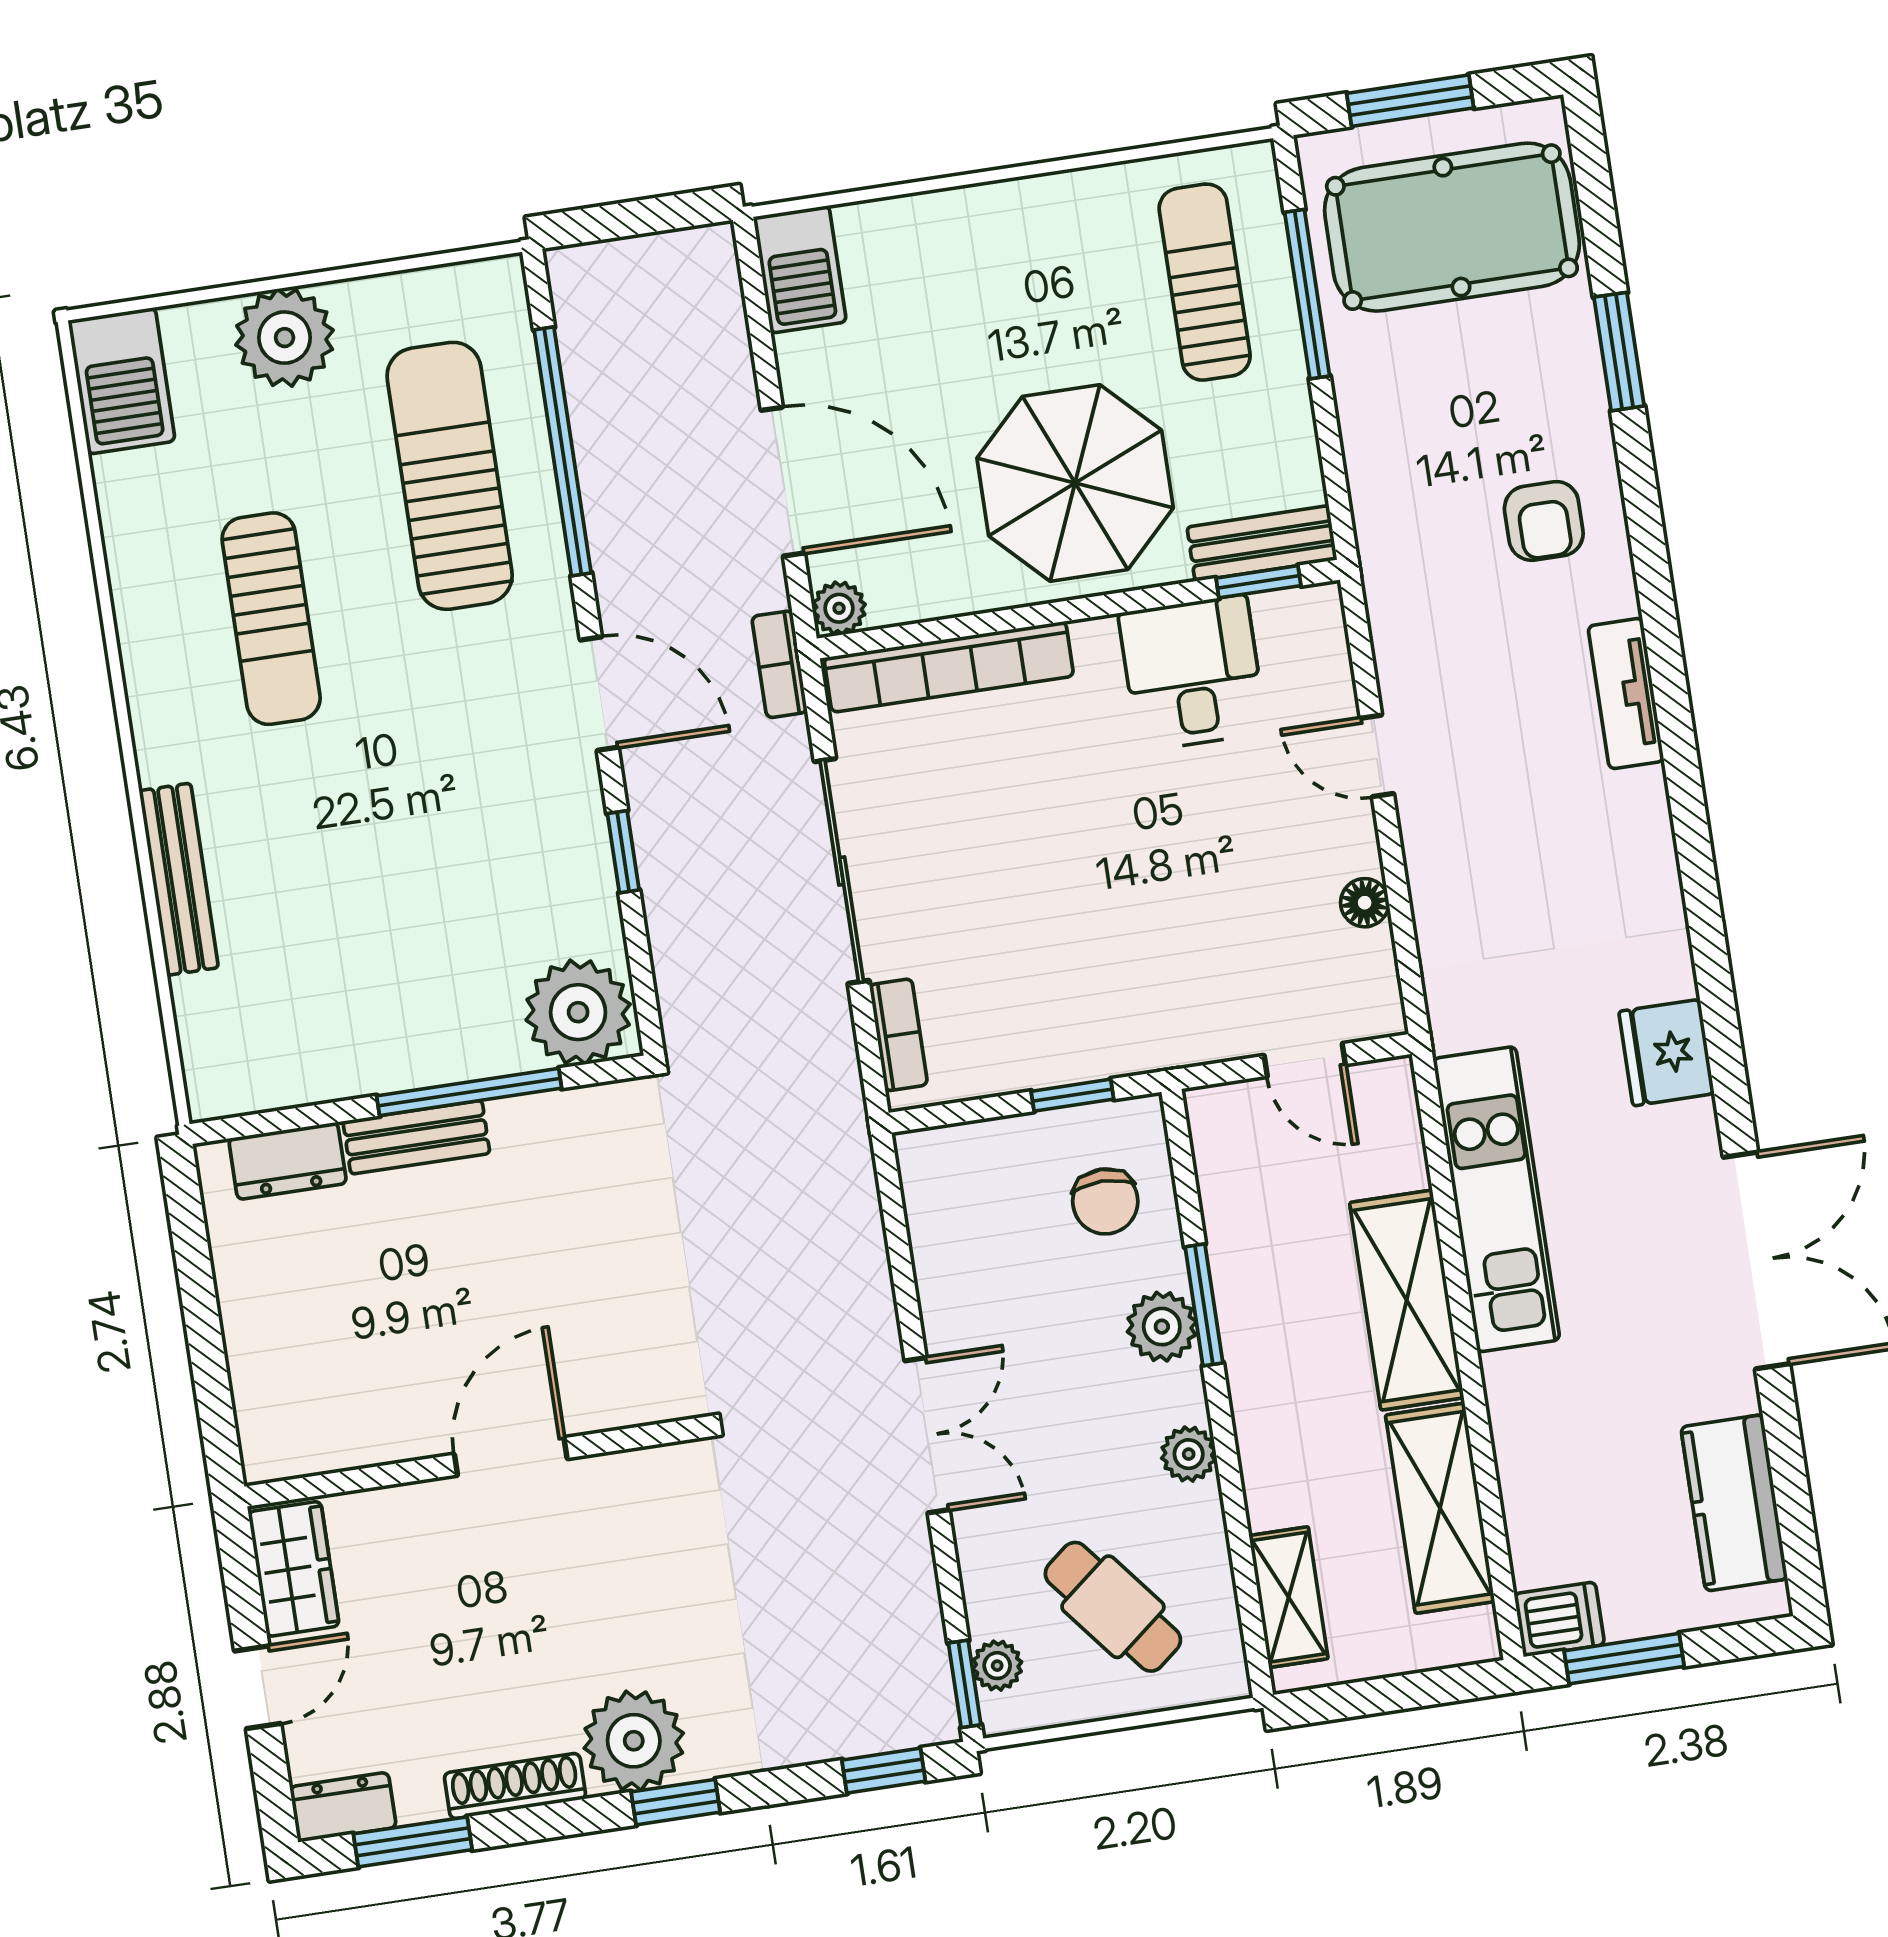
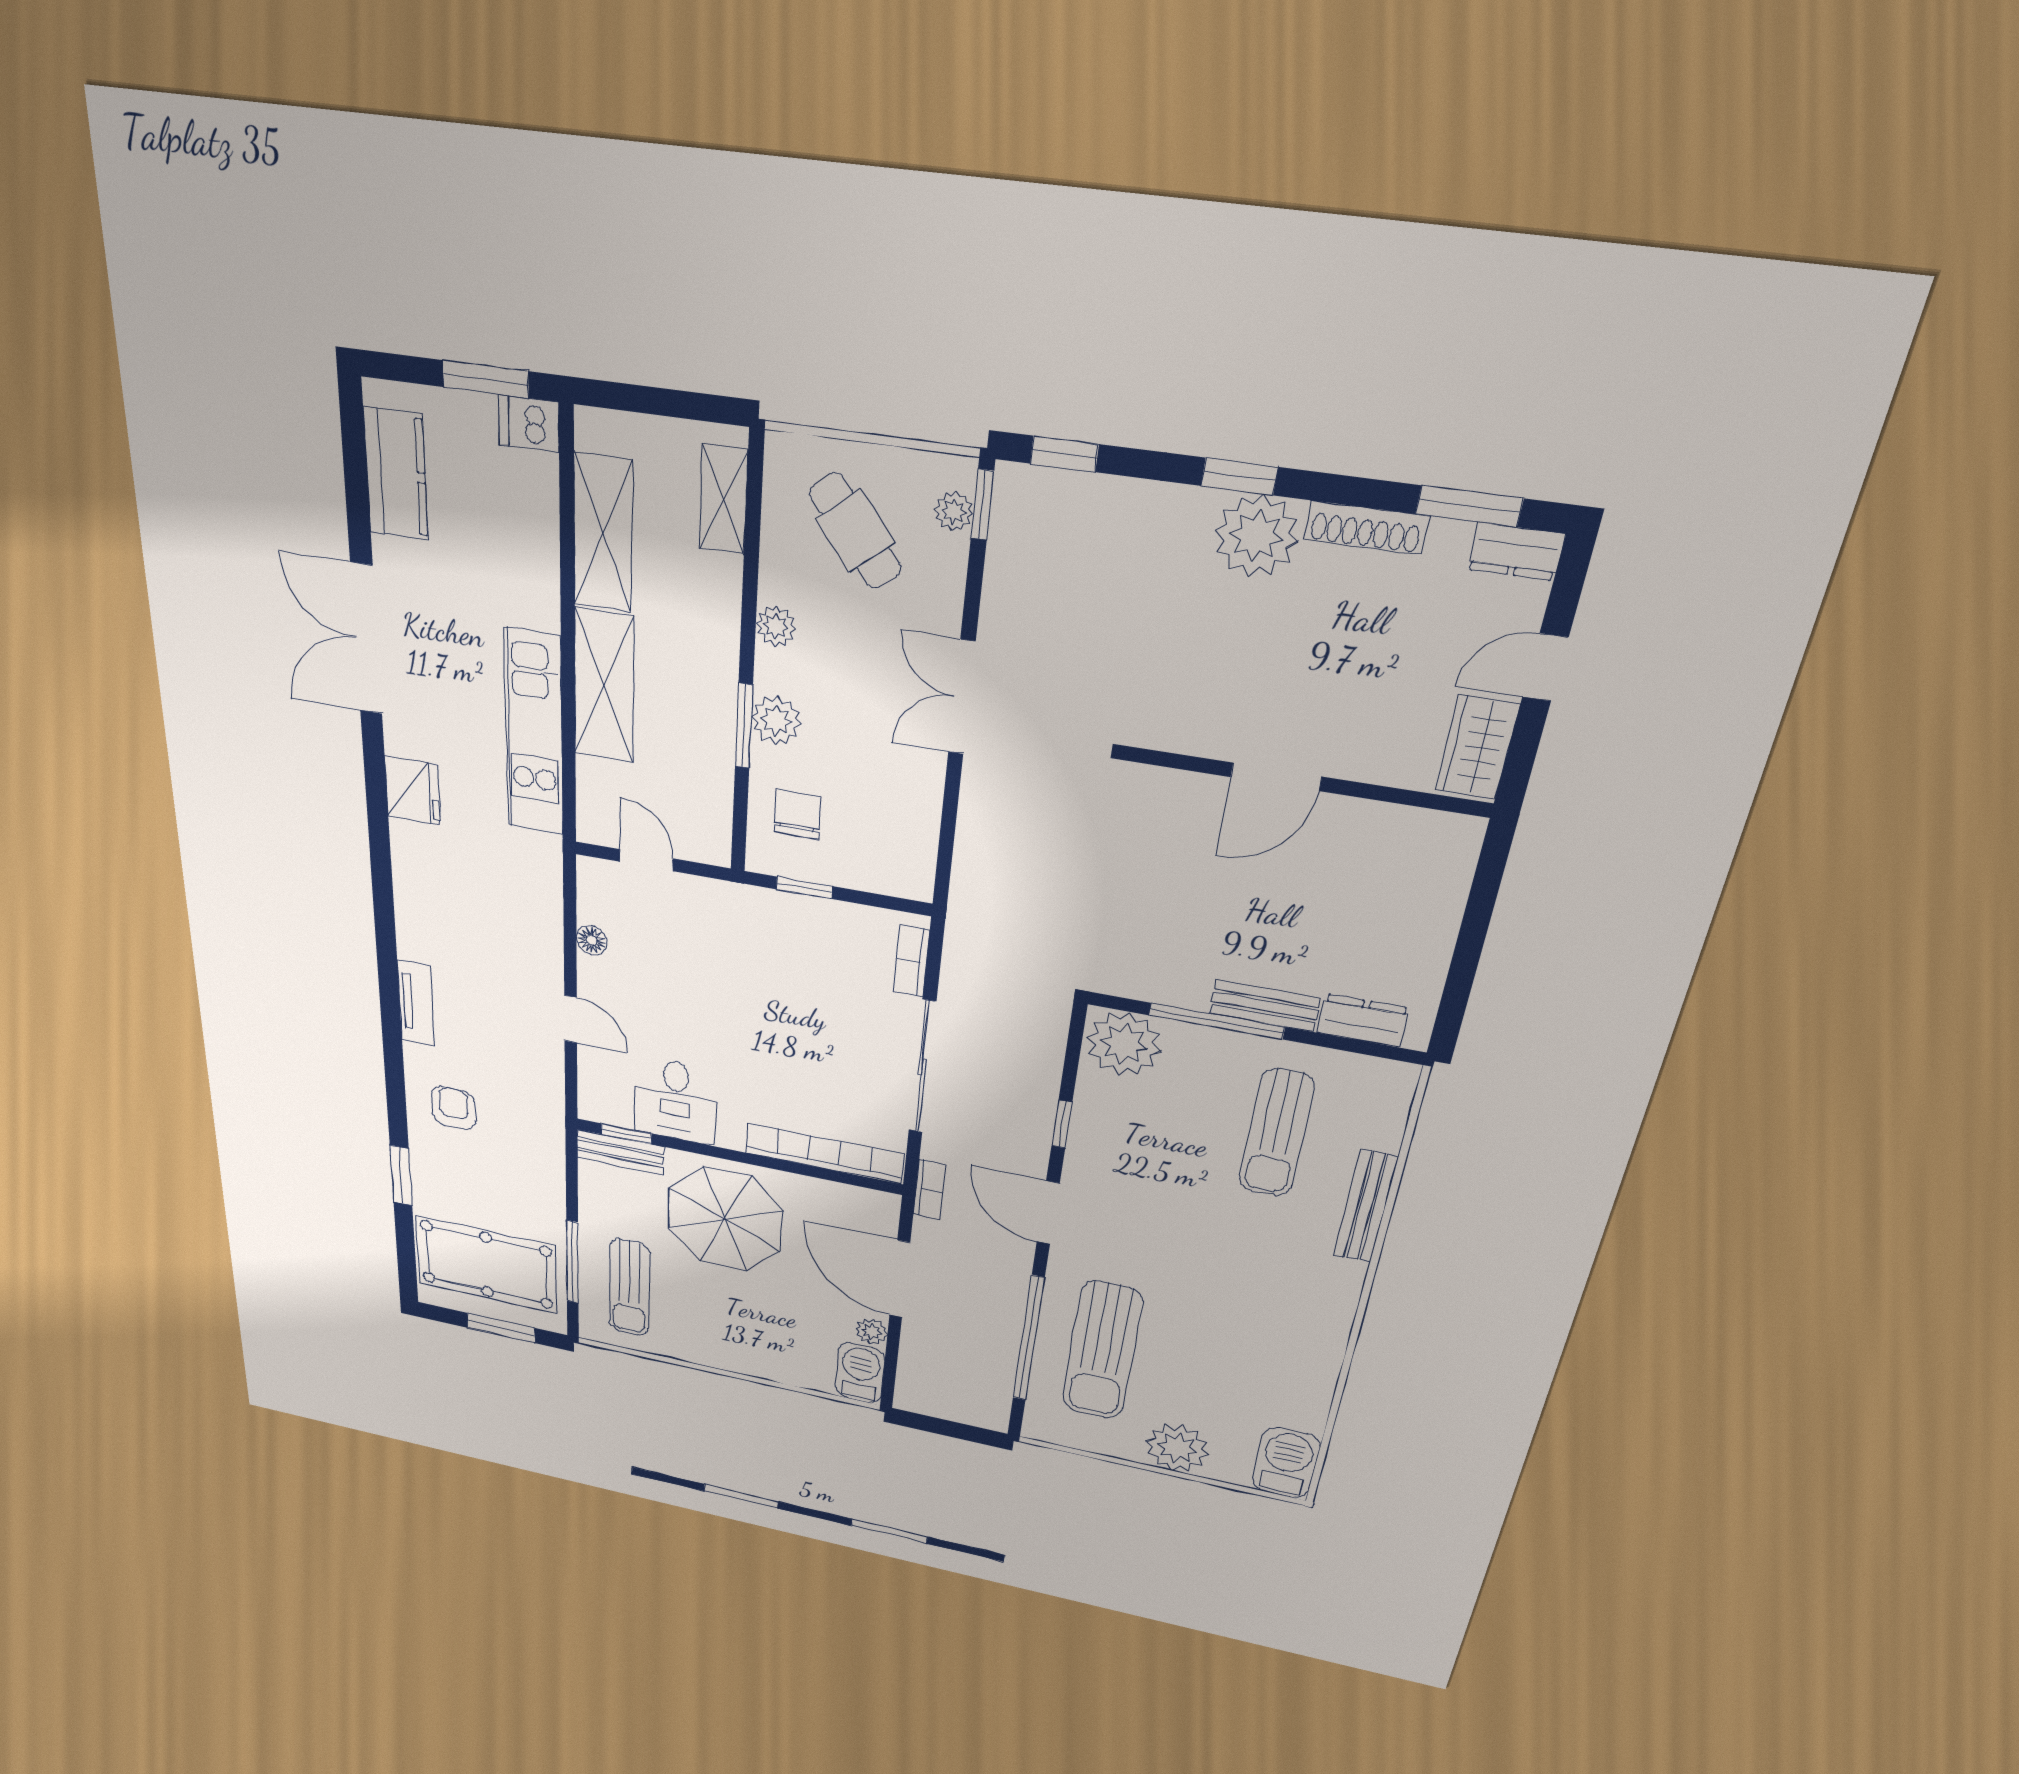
plant: (839, 608) -> (871, 1331), moved
sun lounger: (271, 619) -> (1277, 1133), moved, turned 180

